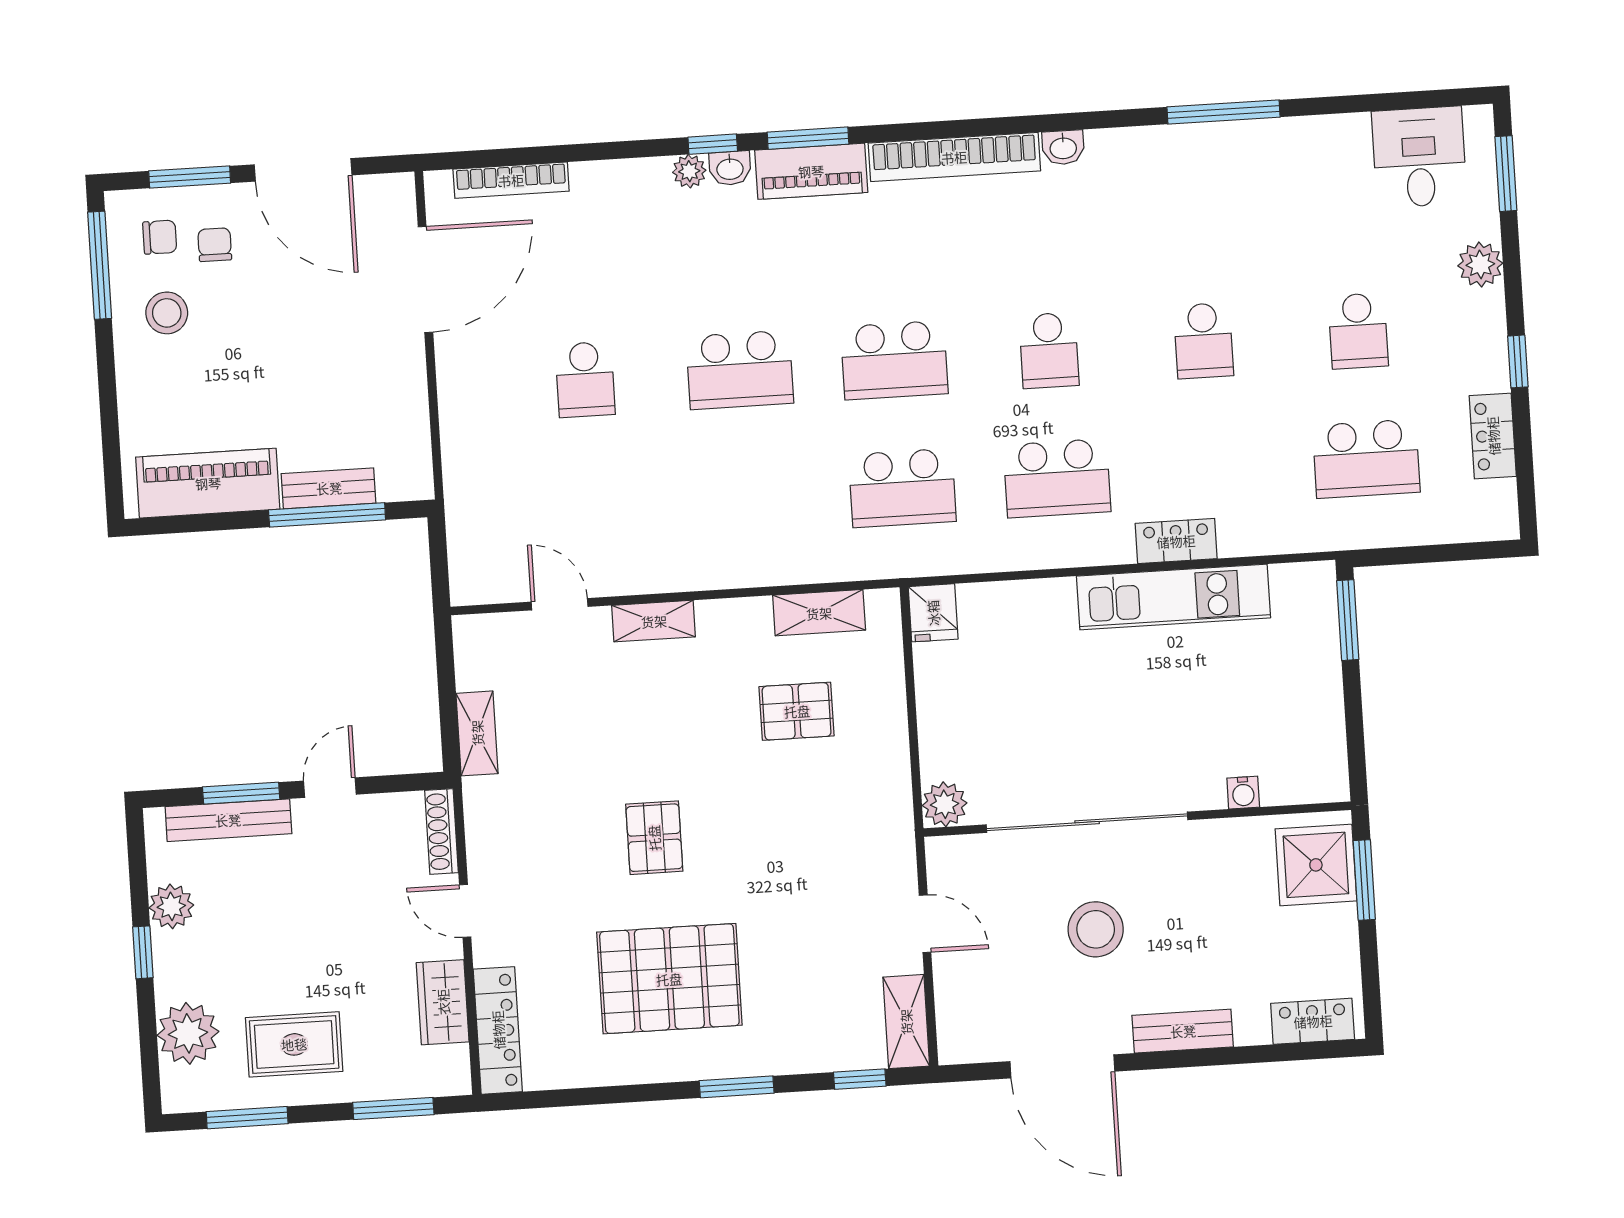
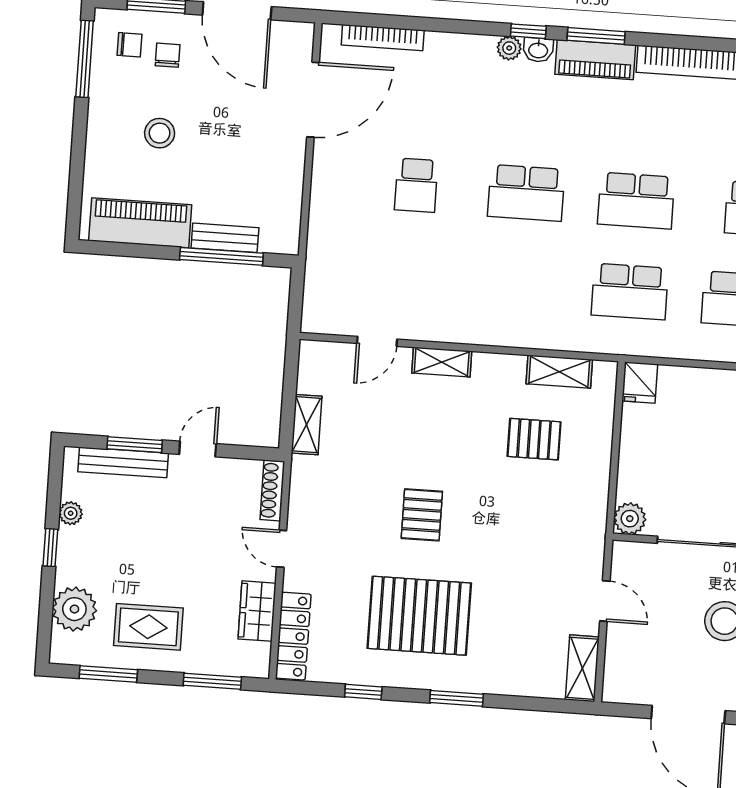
stool: (167, 313) -> (160, 133), moved
door: (560, 604) -> (377, 341), swing flipped
plant: (171, 906) -> (71, 513), width x0.73, depth x0.73
window: (860, 1079) -> (363, 692), moved

